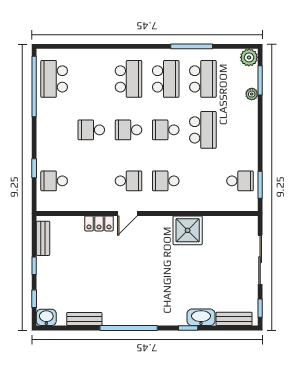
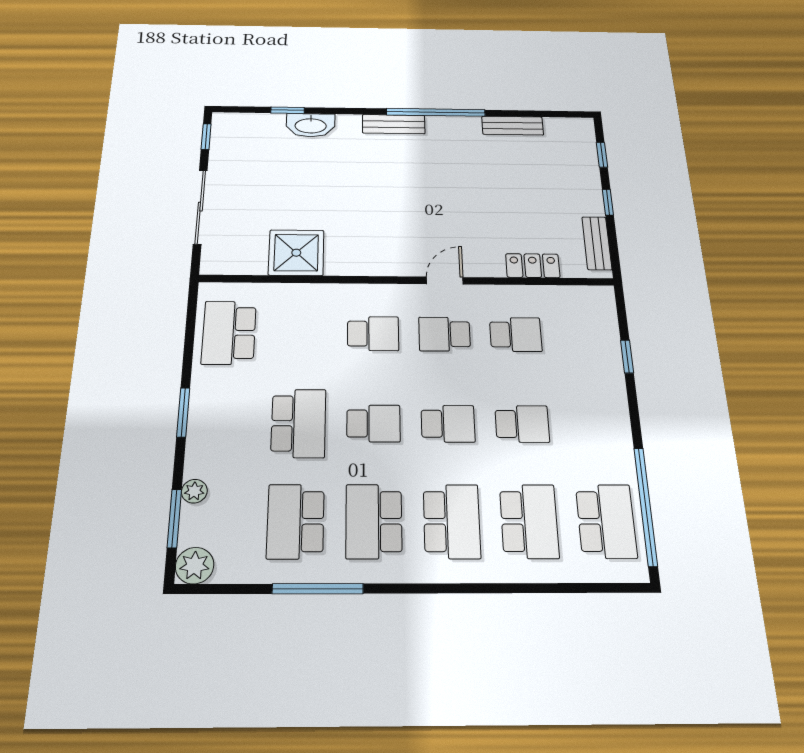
school desk: (91, 79) -> (529, 521), added
school desk: (129, 79) -> (452, 521), turned 180
school desk: (203, 130) -> (298, 423), turned 180
school desk: (54, 181) -> (516, 335), moved
school desk: (240, 181) -> (229, 333), width x1.85
window: (260, 185) -> (183, 412), moved
locker: (99, 223) -> (533, 266), moved
shower: (188, 230) -> (296, 253), moved
washbasin: (46, 317) -> (578, 129), removed
bench: (234, 319) -> (394, 124), moved
window: (188, 328) -> (288, 110), moved

